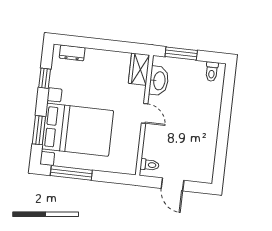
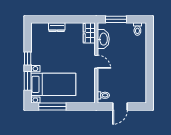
dresser: (72, 53) -> (57, 27), moved
window: (45, 78) -> (28, 59), moved
bed with nightstands: (78, 130) -> (53, 84), width x0.73
door: (172, 184) -> (120, 107), hinge flipped

